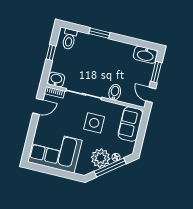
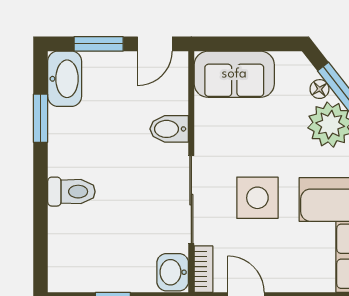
window: (99, 33) -> (41, 118), moved
toilet: (69, 39) -> (71, 192), moved
side table: (94, 123) -> (257, 198), moved

